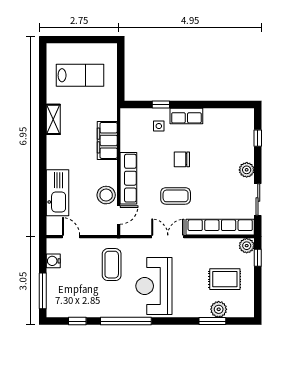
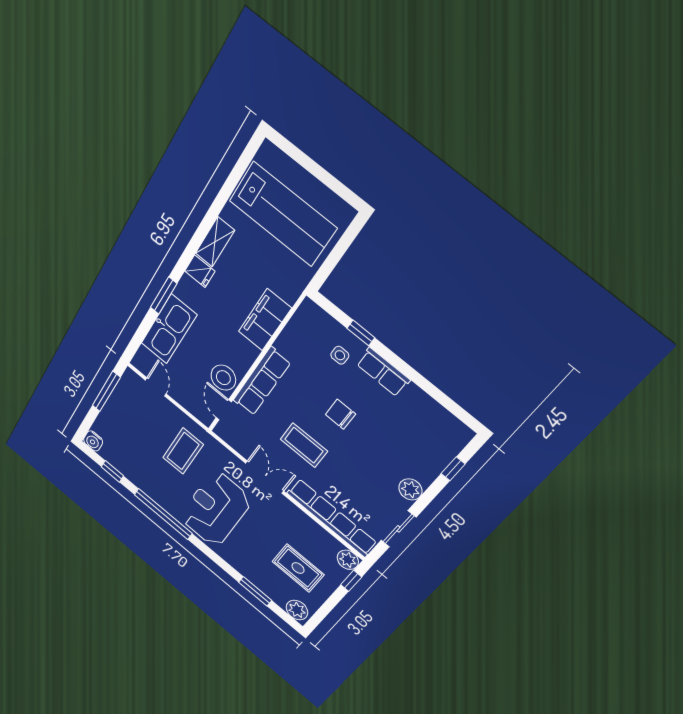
lab bench: (80, 75) -> (283, 214), width x1.36, depth x1.39
fridge: (55, 143) -> (200, 271), added
window: (43, 175) -> (164, 296), added
door: (119, 215) -> (224, 410), swing flipped
water cooler: (53, 261) -> (93, 441), moved, turned -90
window: (43, 291) -> (106, 391), moved
plant: (219, 309) -> (297, 610), moved

